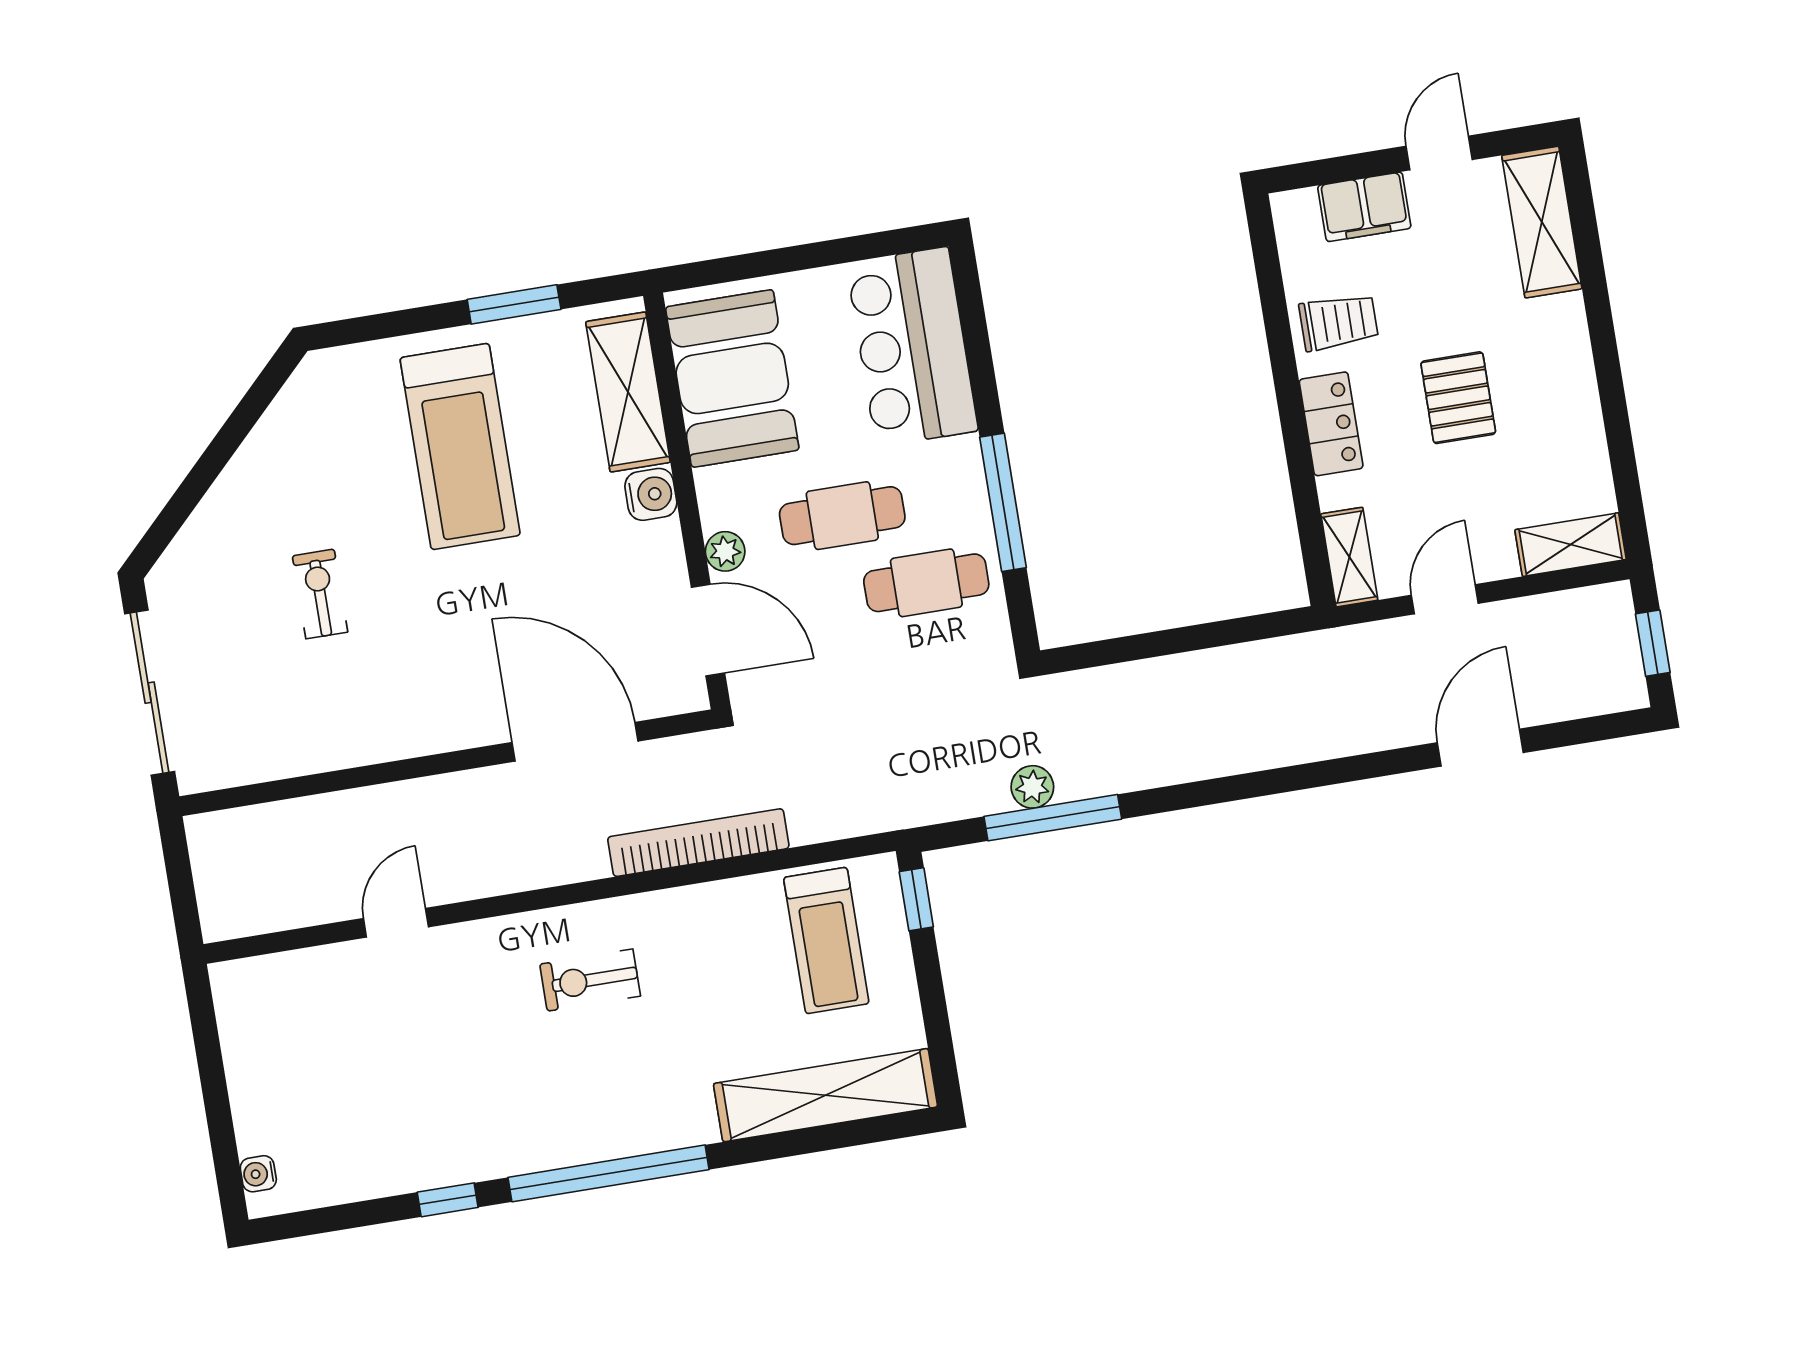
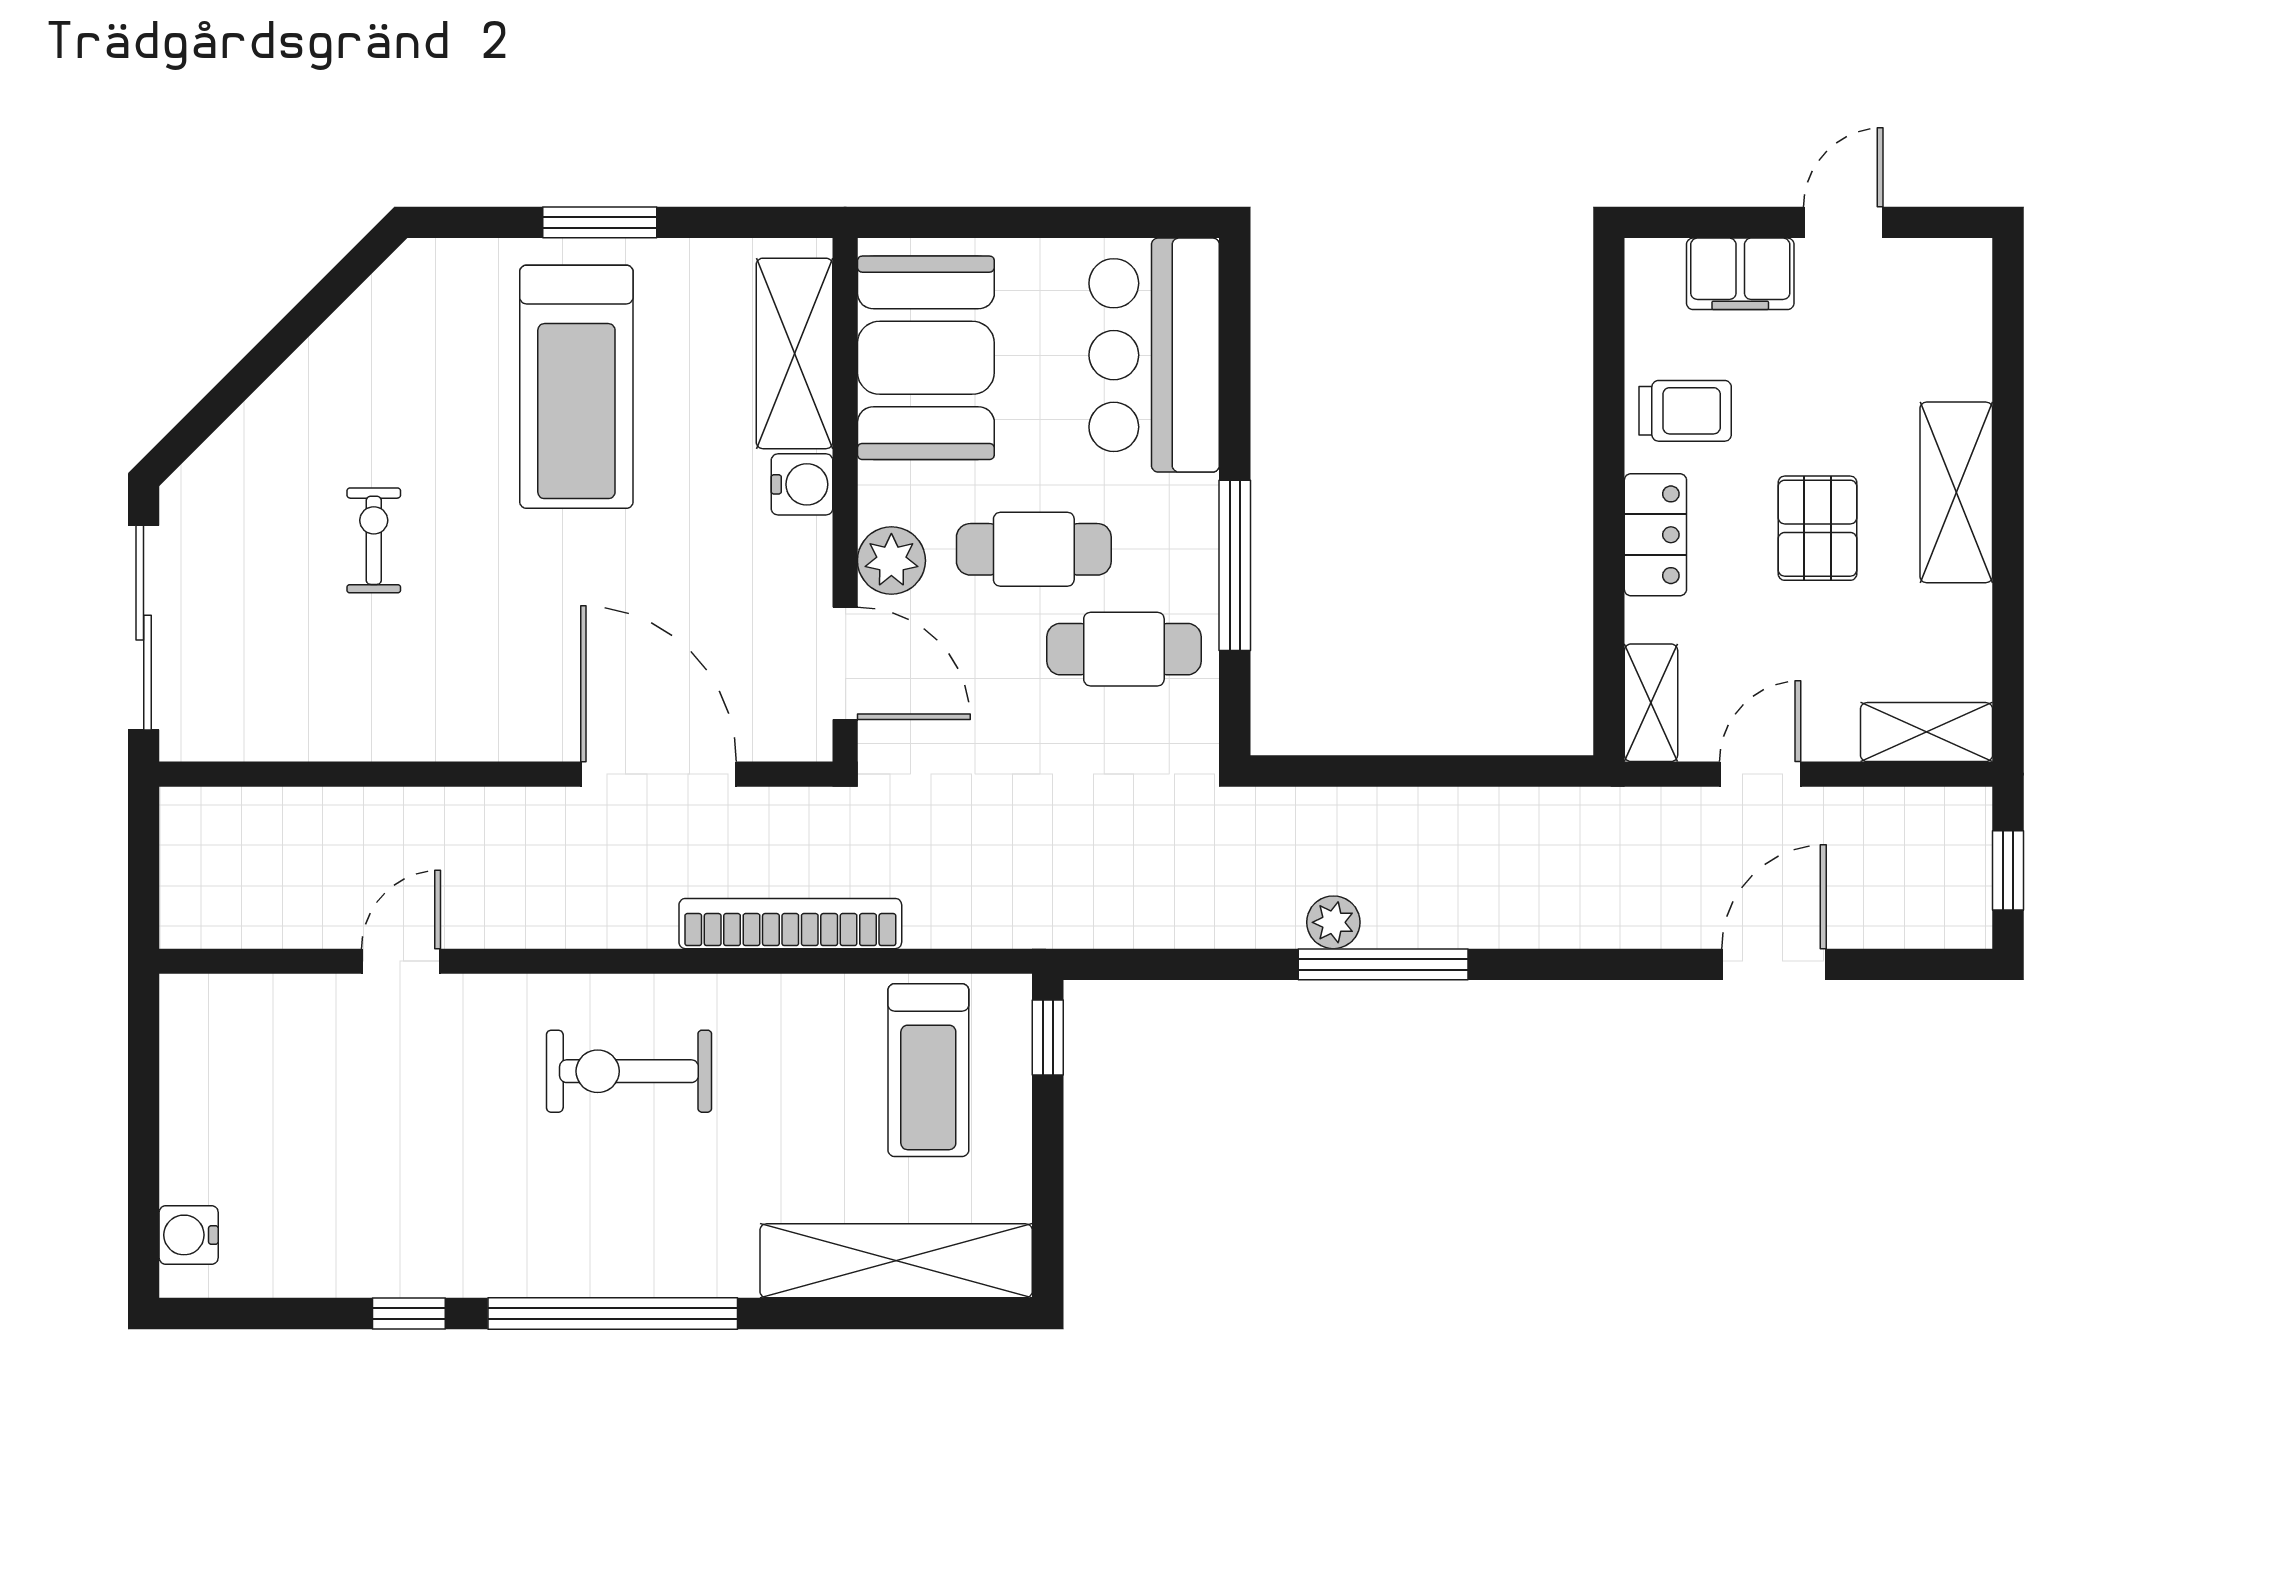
shelving: (1542, 222) -> (1956, 492), moved
window: (514, 304) -> (600, 222), moved
plant: (725, 551) -> (891, 561), width x1.38, depth x1.38
plant: (1032, 787) -> (1333, 922), moved
window: (1053, 818) -> (1383, 964), moved
exercise bike: (590, 980) -> (629, 1071), width x1.38, depth x1.39
water cooler: (258, 1174) -> (189, 1235), width x1.38, depth x1.38

